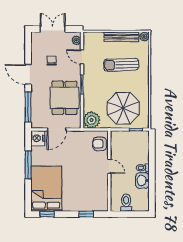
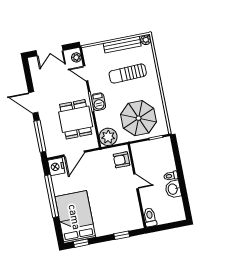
double door: (53, 29) -> (49, 51), swing flipped
chair: (52, 61) -> (55, 83), removed
barbecue: (89, 86) -> (98, 102), added
window: (28, 165) -> (52, 196), width x1.46
toilet: (126, 203) -> (150, 217), moved

